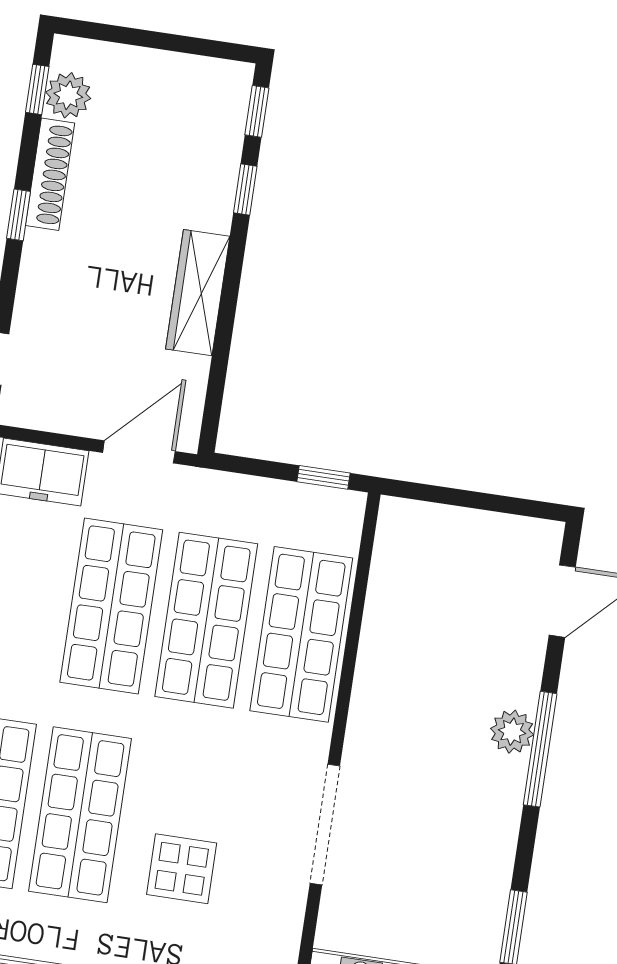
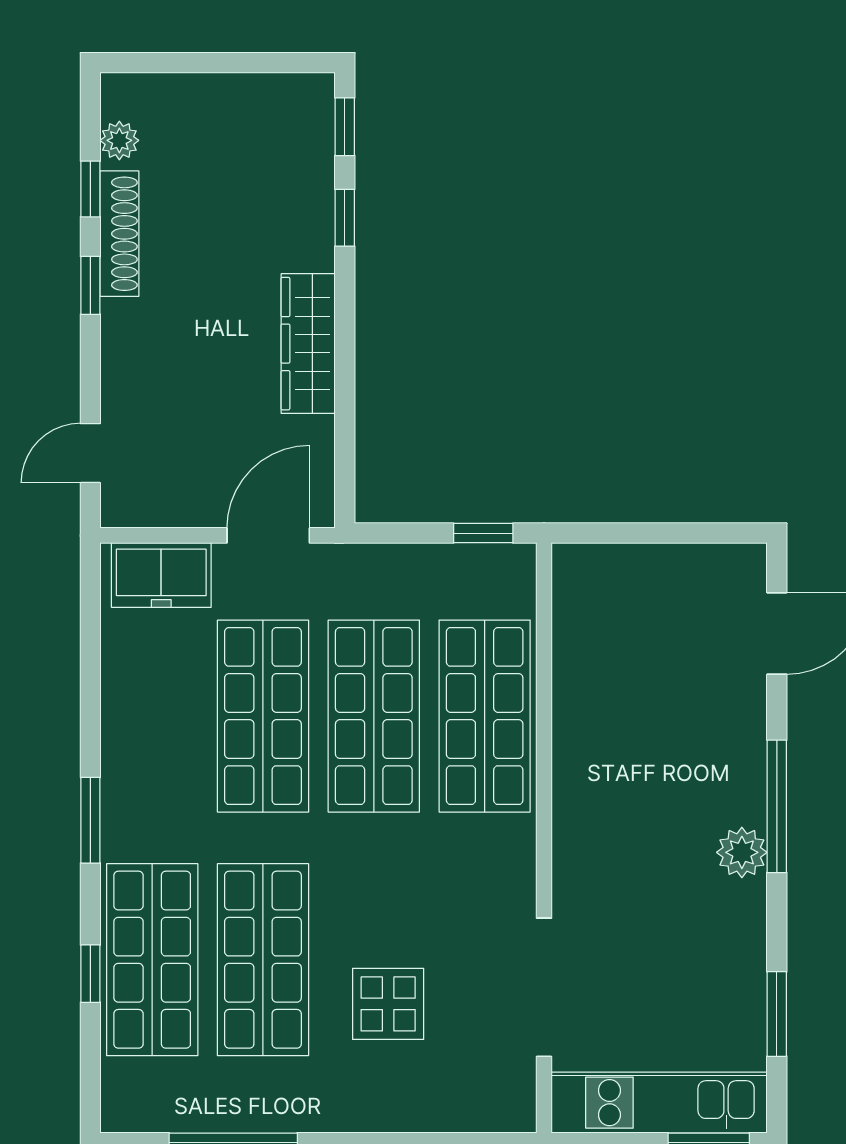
window: (37, 89) -> (90, 189), moved
plant: (68, 95) -> (119, 140), width x0.73, depth x0.73
plant: (512, 732) -> (742, 852), moved
doorway: (325, 825) -> (544, 987), moved

